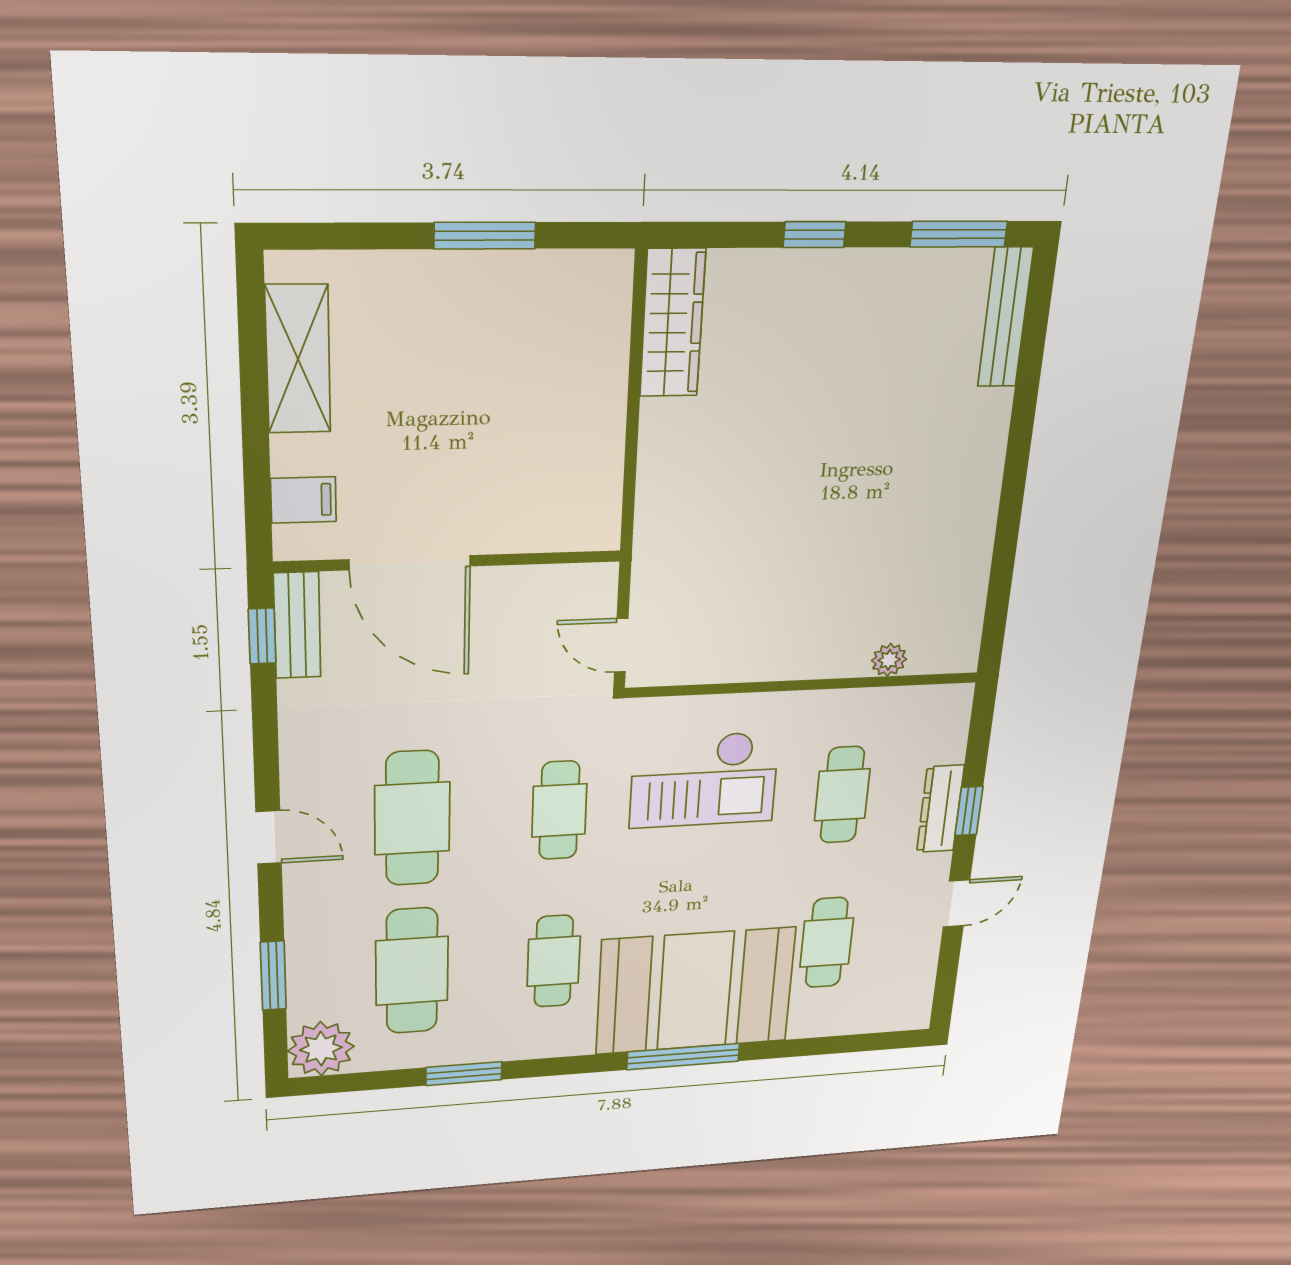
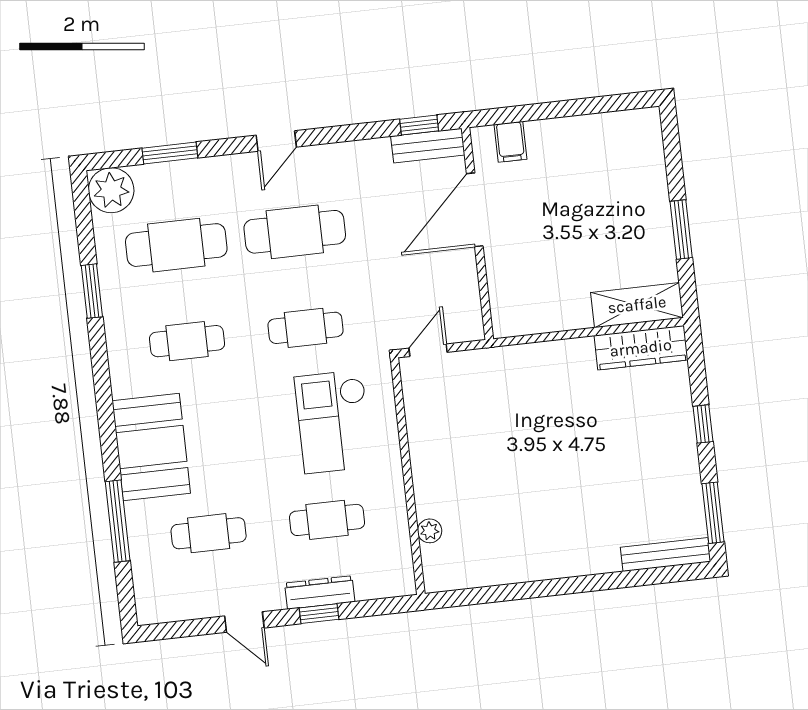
shelving: (298, 359) -> (637, 305), moved
booth: (695, 991) -> (151, 447), width x0.73, depth x0.70
window: (683, 1057) -> (118, 521), moved

